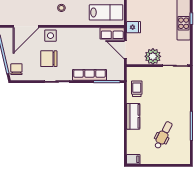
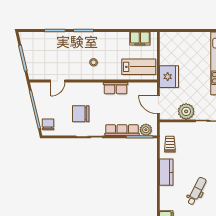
door: (26, 26) -> (58, 81), width x0.53
fridge: (134, 27) -> (169, 77), width x1.88, depth x1.34
row of seats: (112, 33) -> (116, 88), moved
side table: (50, 36) -> (82, 90), removed
plant: (113, 75) -> (146, 130), added

